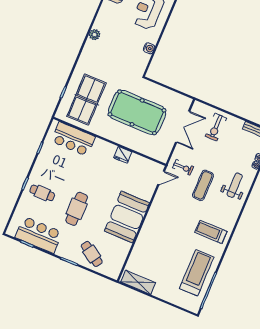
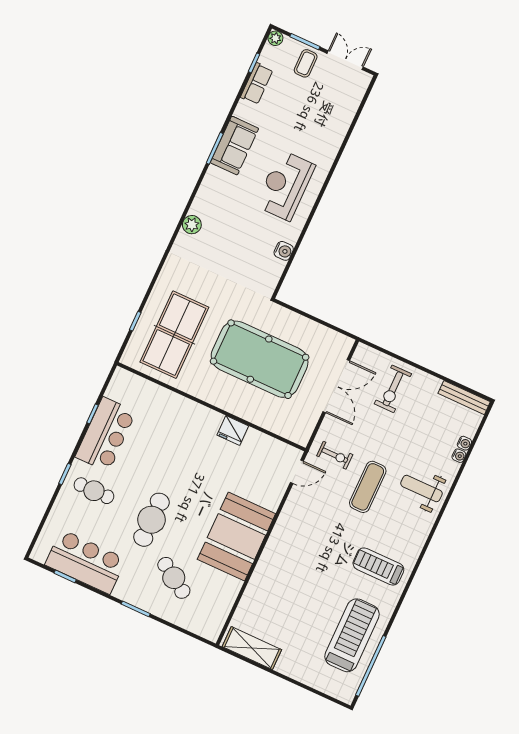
bar counter: (73, 139) -> (106, 434), moved, turned -90
weight bench: (235, 185) -> (421, 488), turned -90
cafe table: (92, 254) -> (174, 578), moved

